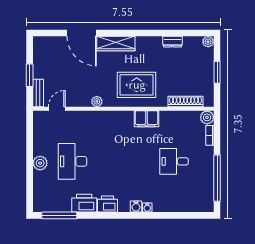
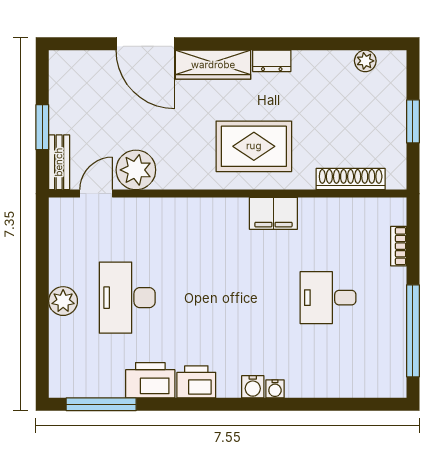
dresser: (172, 42) -> (272, 61), moved
plant: (208, 42) -> (365, 61), moved
plant: (97, 101) -> (136, 170), moved, width x1.87, depth x1.87
plant: (207, 117) -> (393, 211), removed

